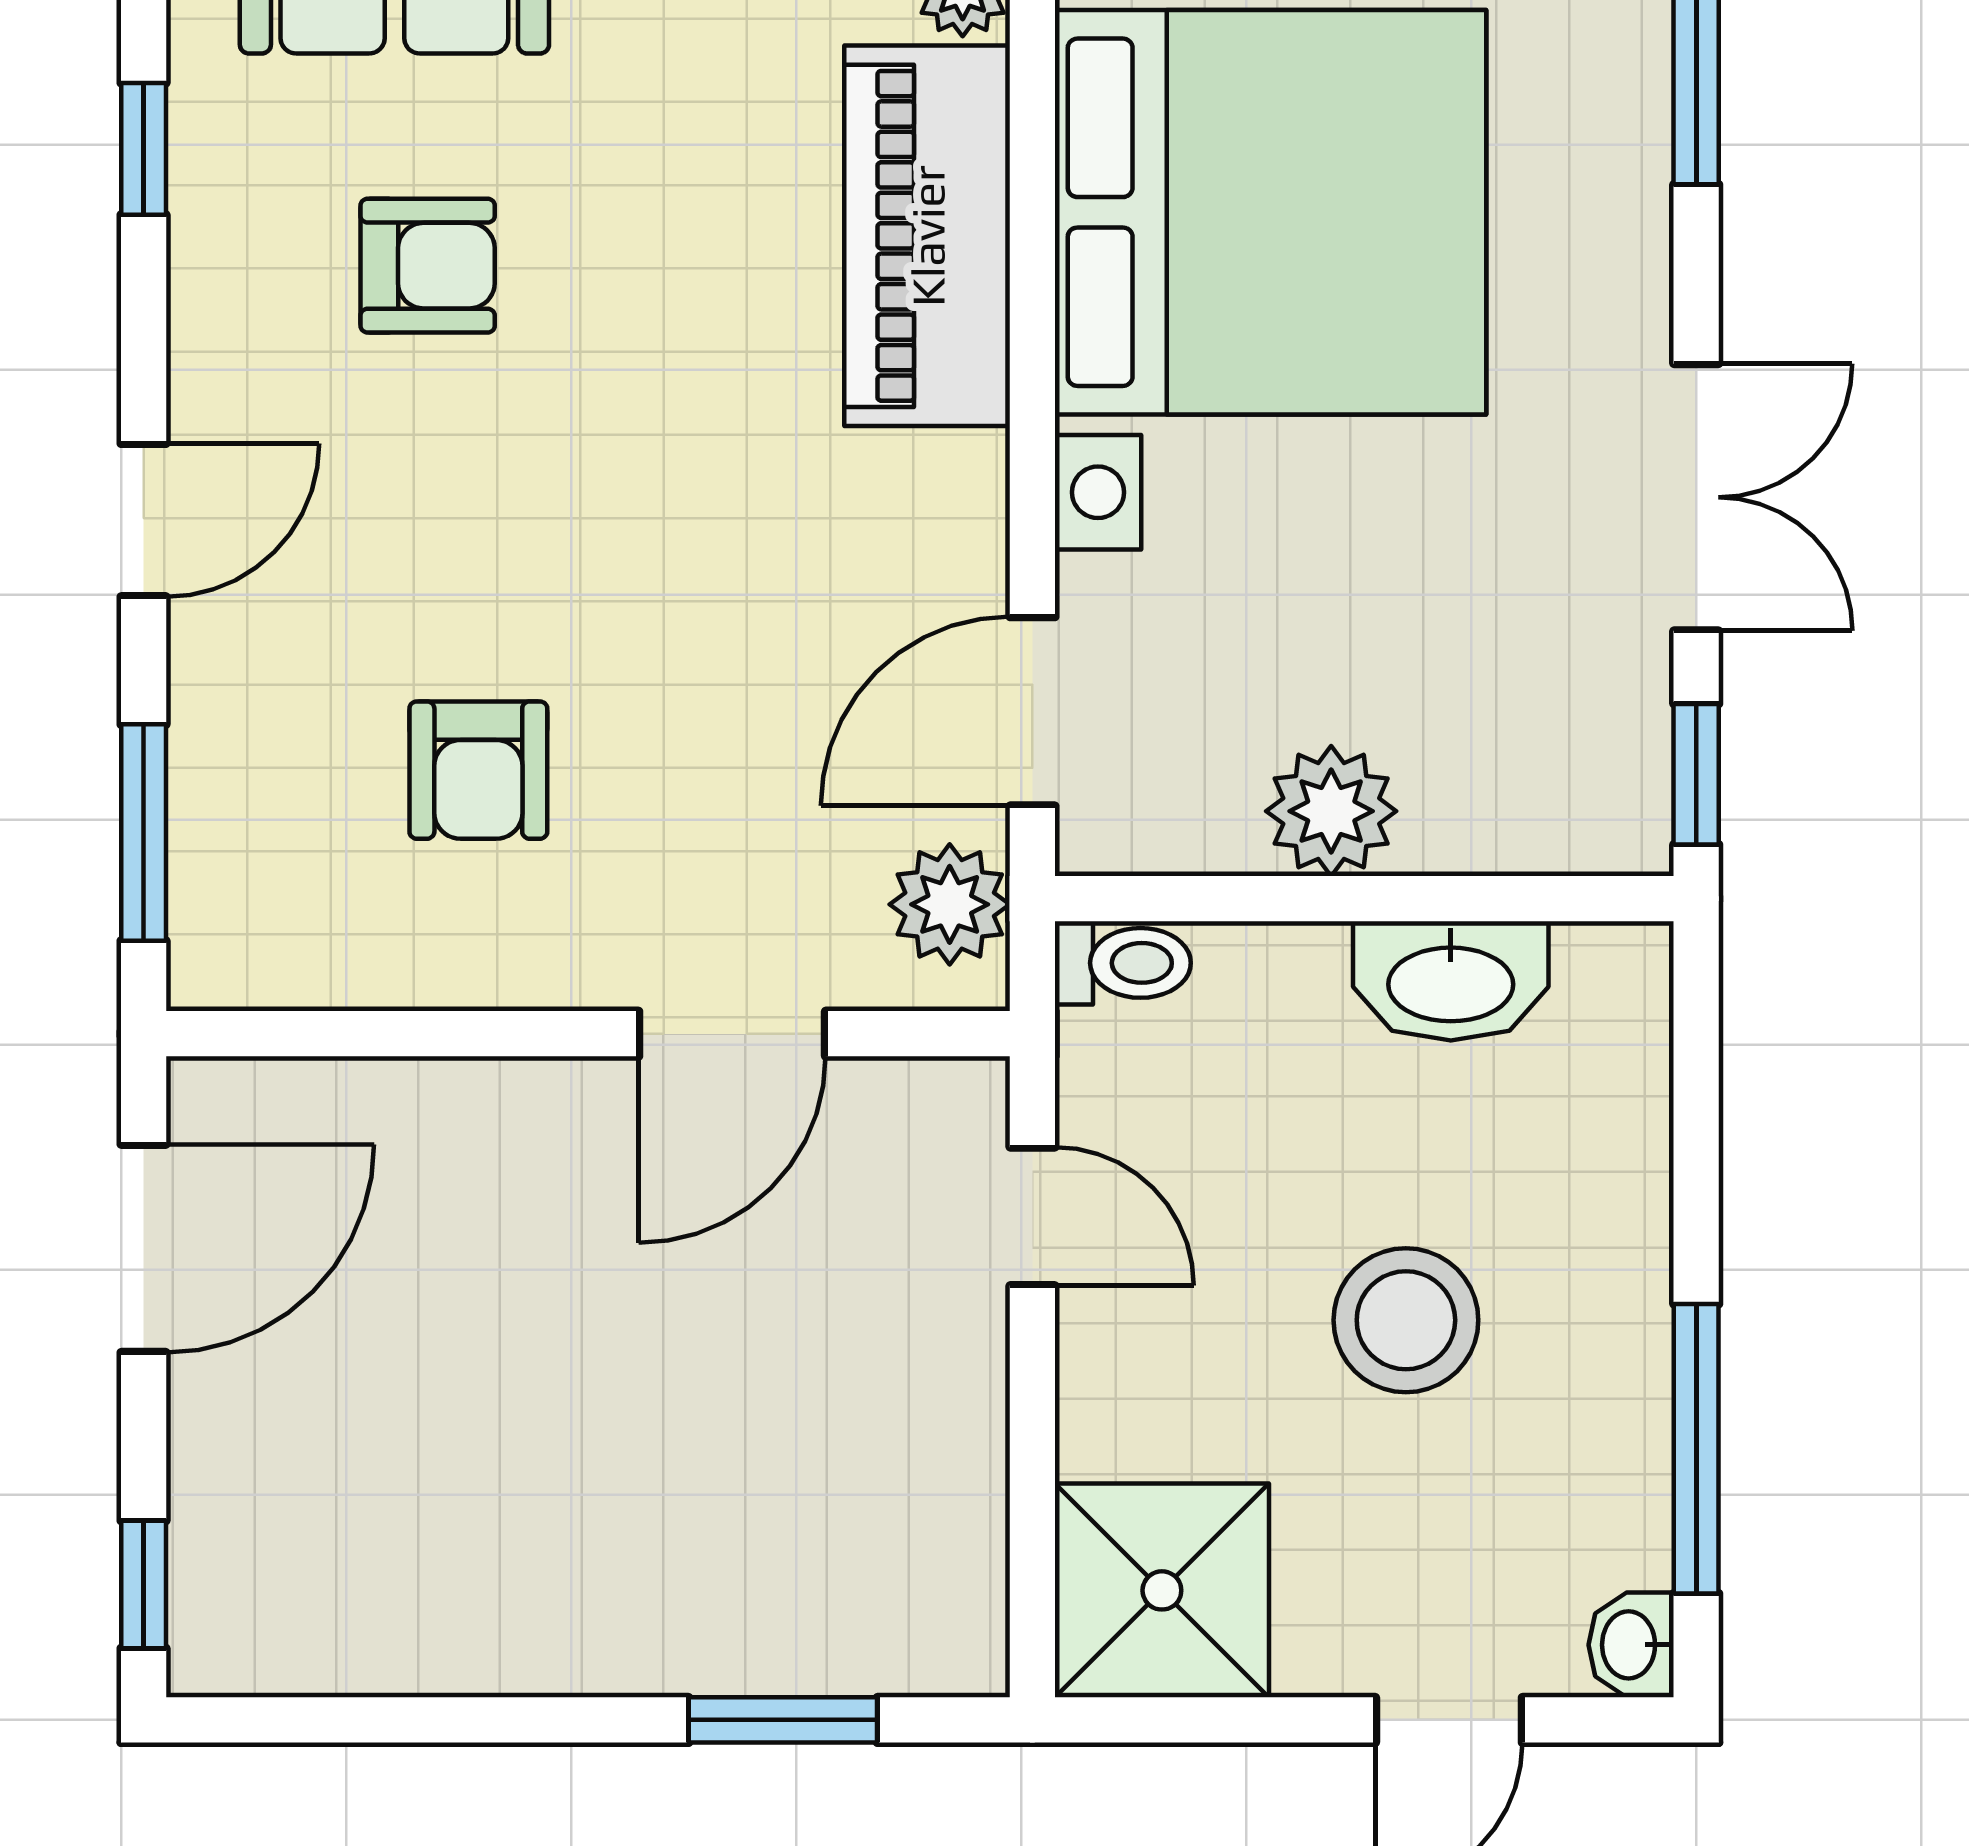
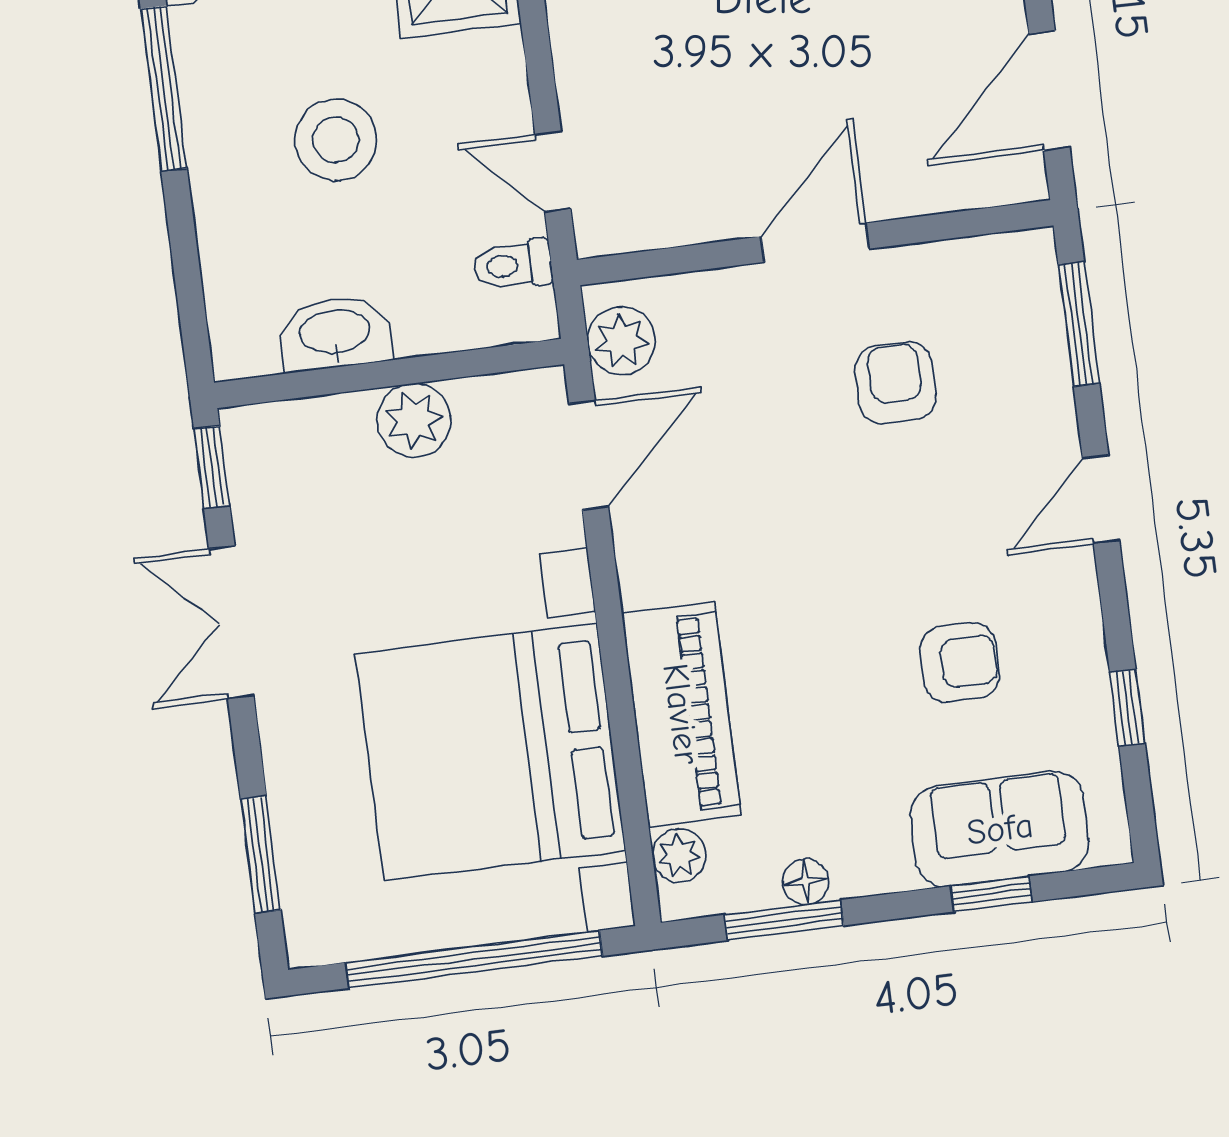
armchair: (428, 266) -> (960, 662), turned 180
toilet: (1123, 963) -> (513, 265), moved
door: (732, 1034) -> (815, 243), moved

